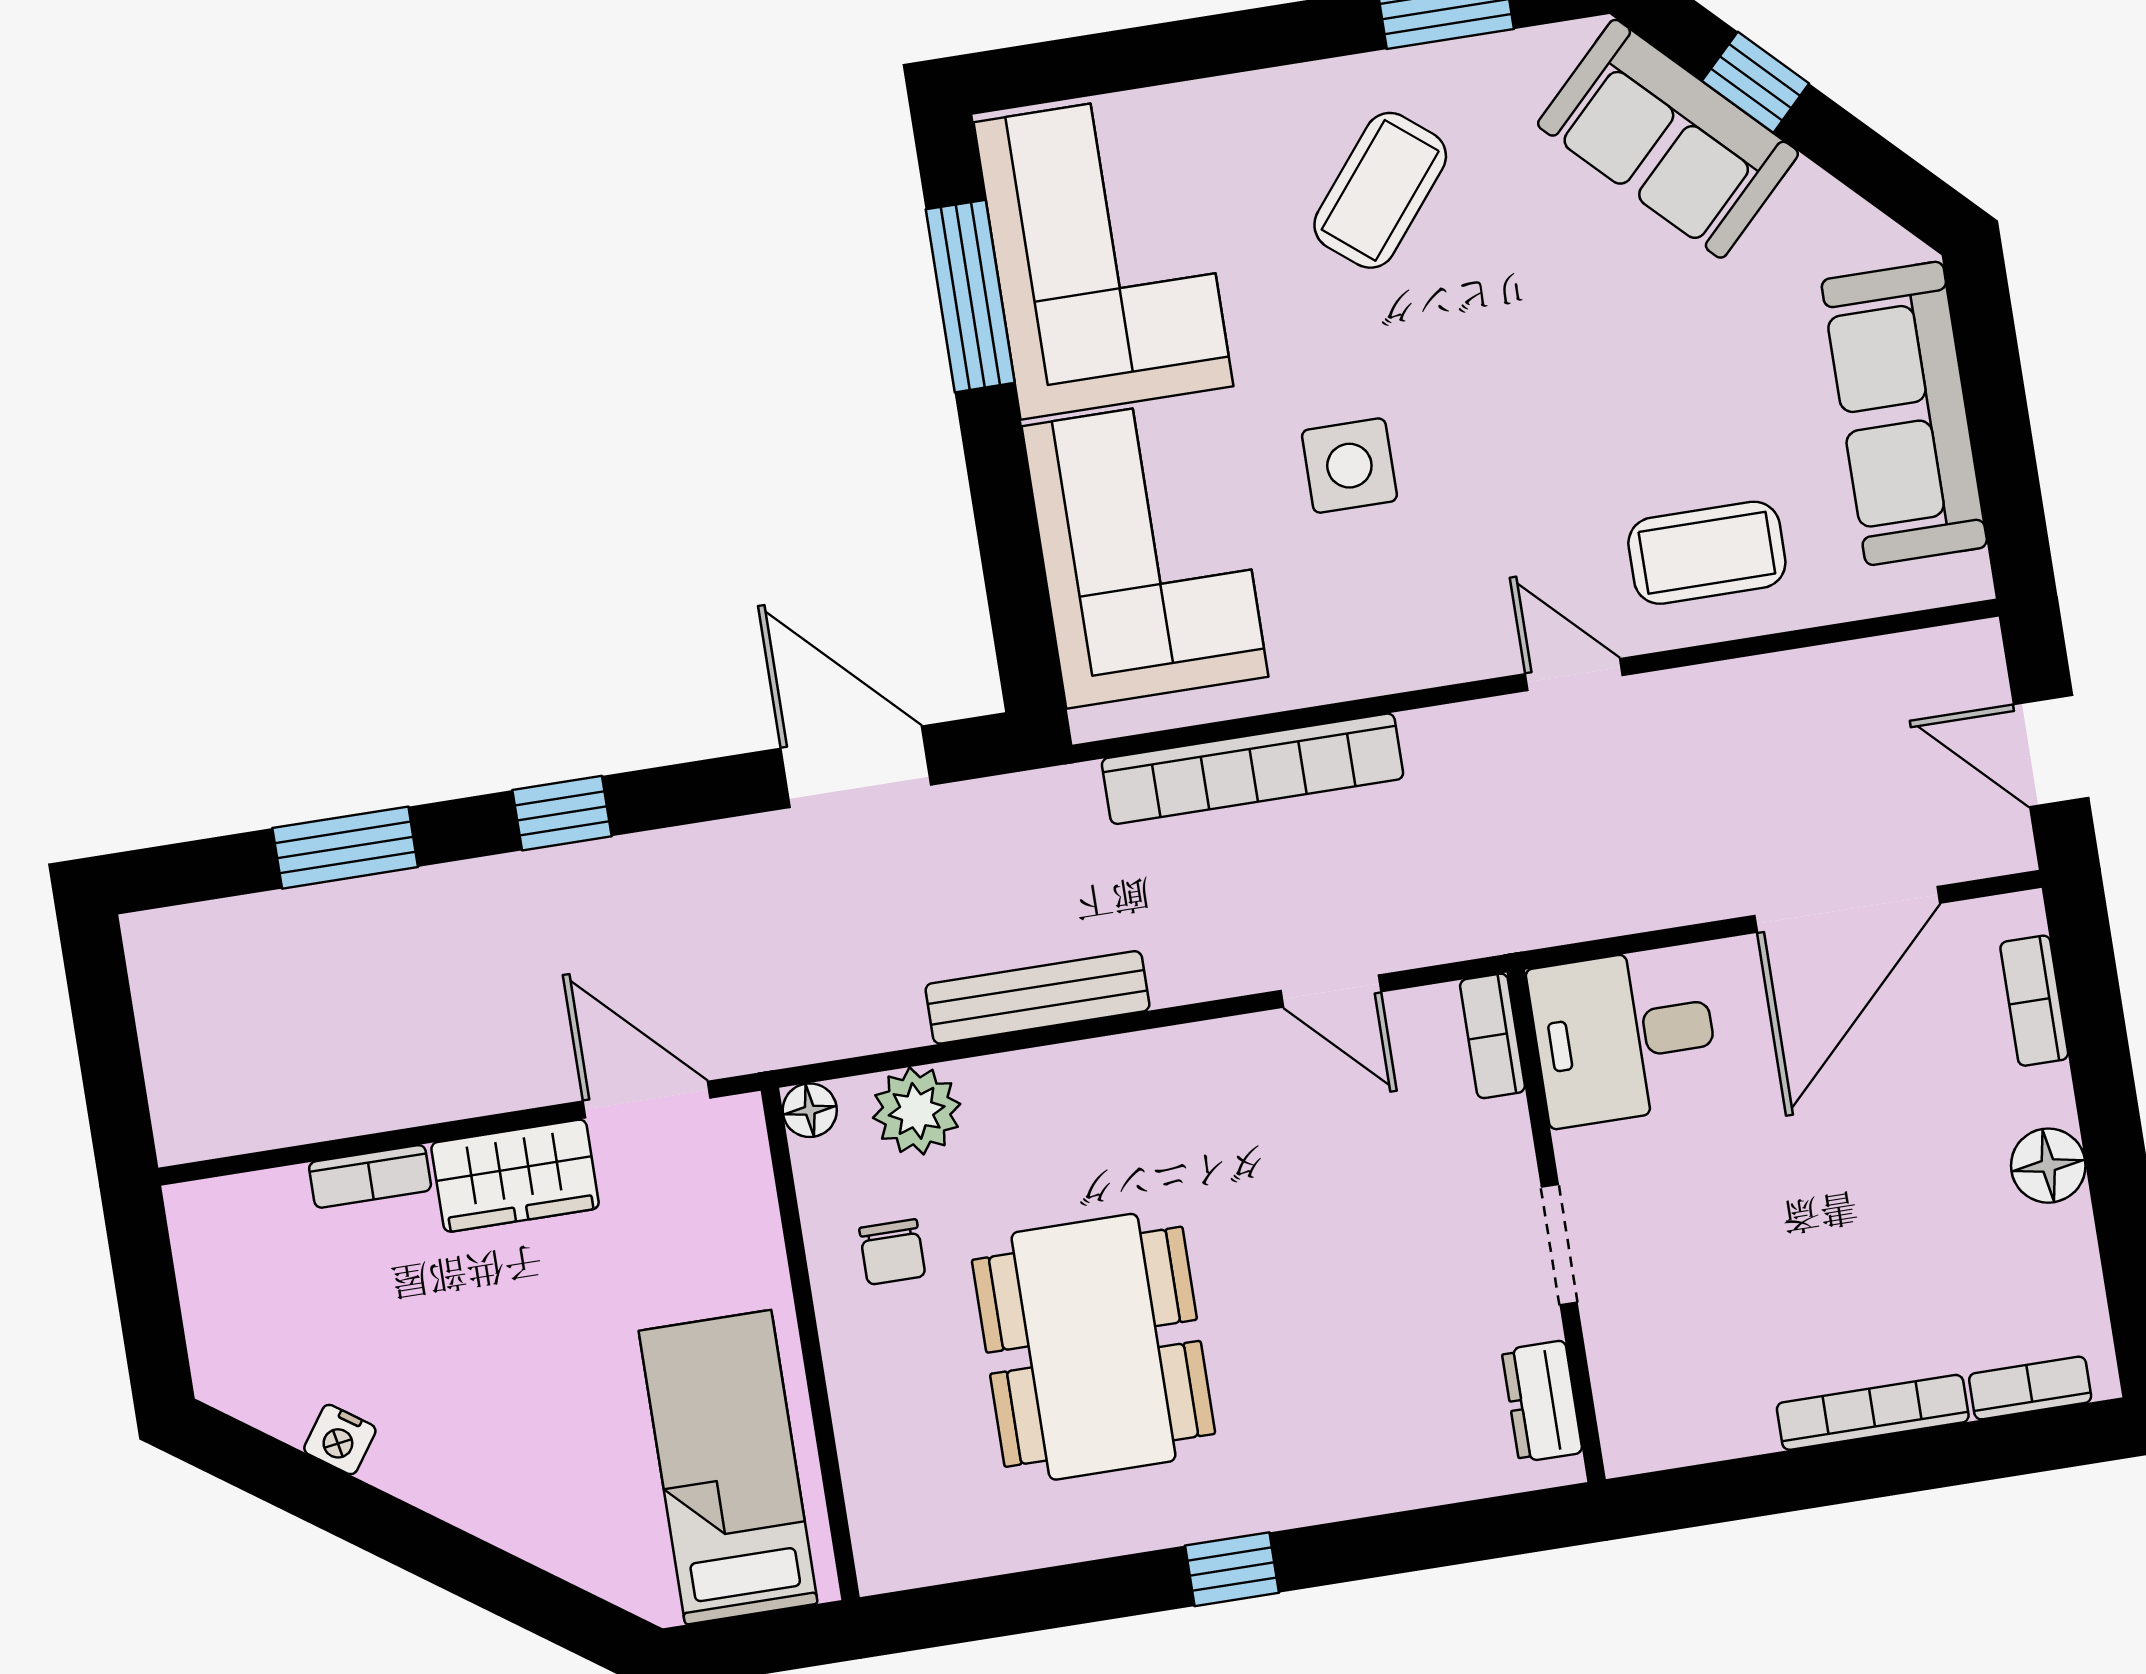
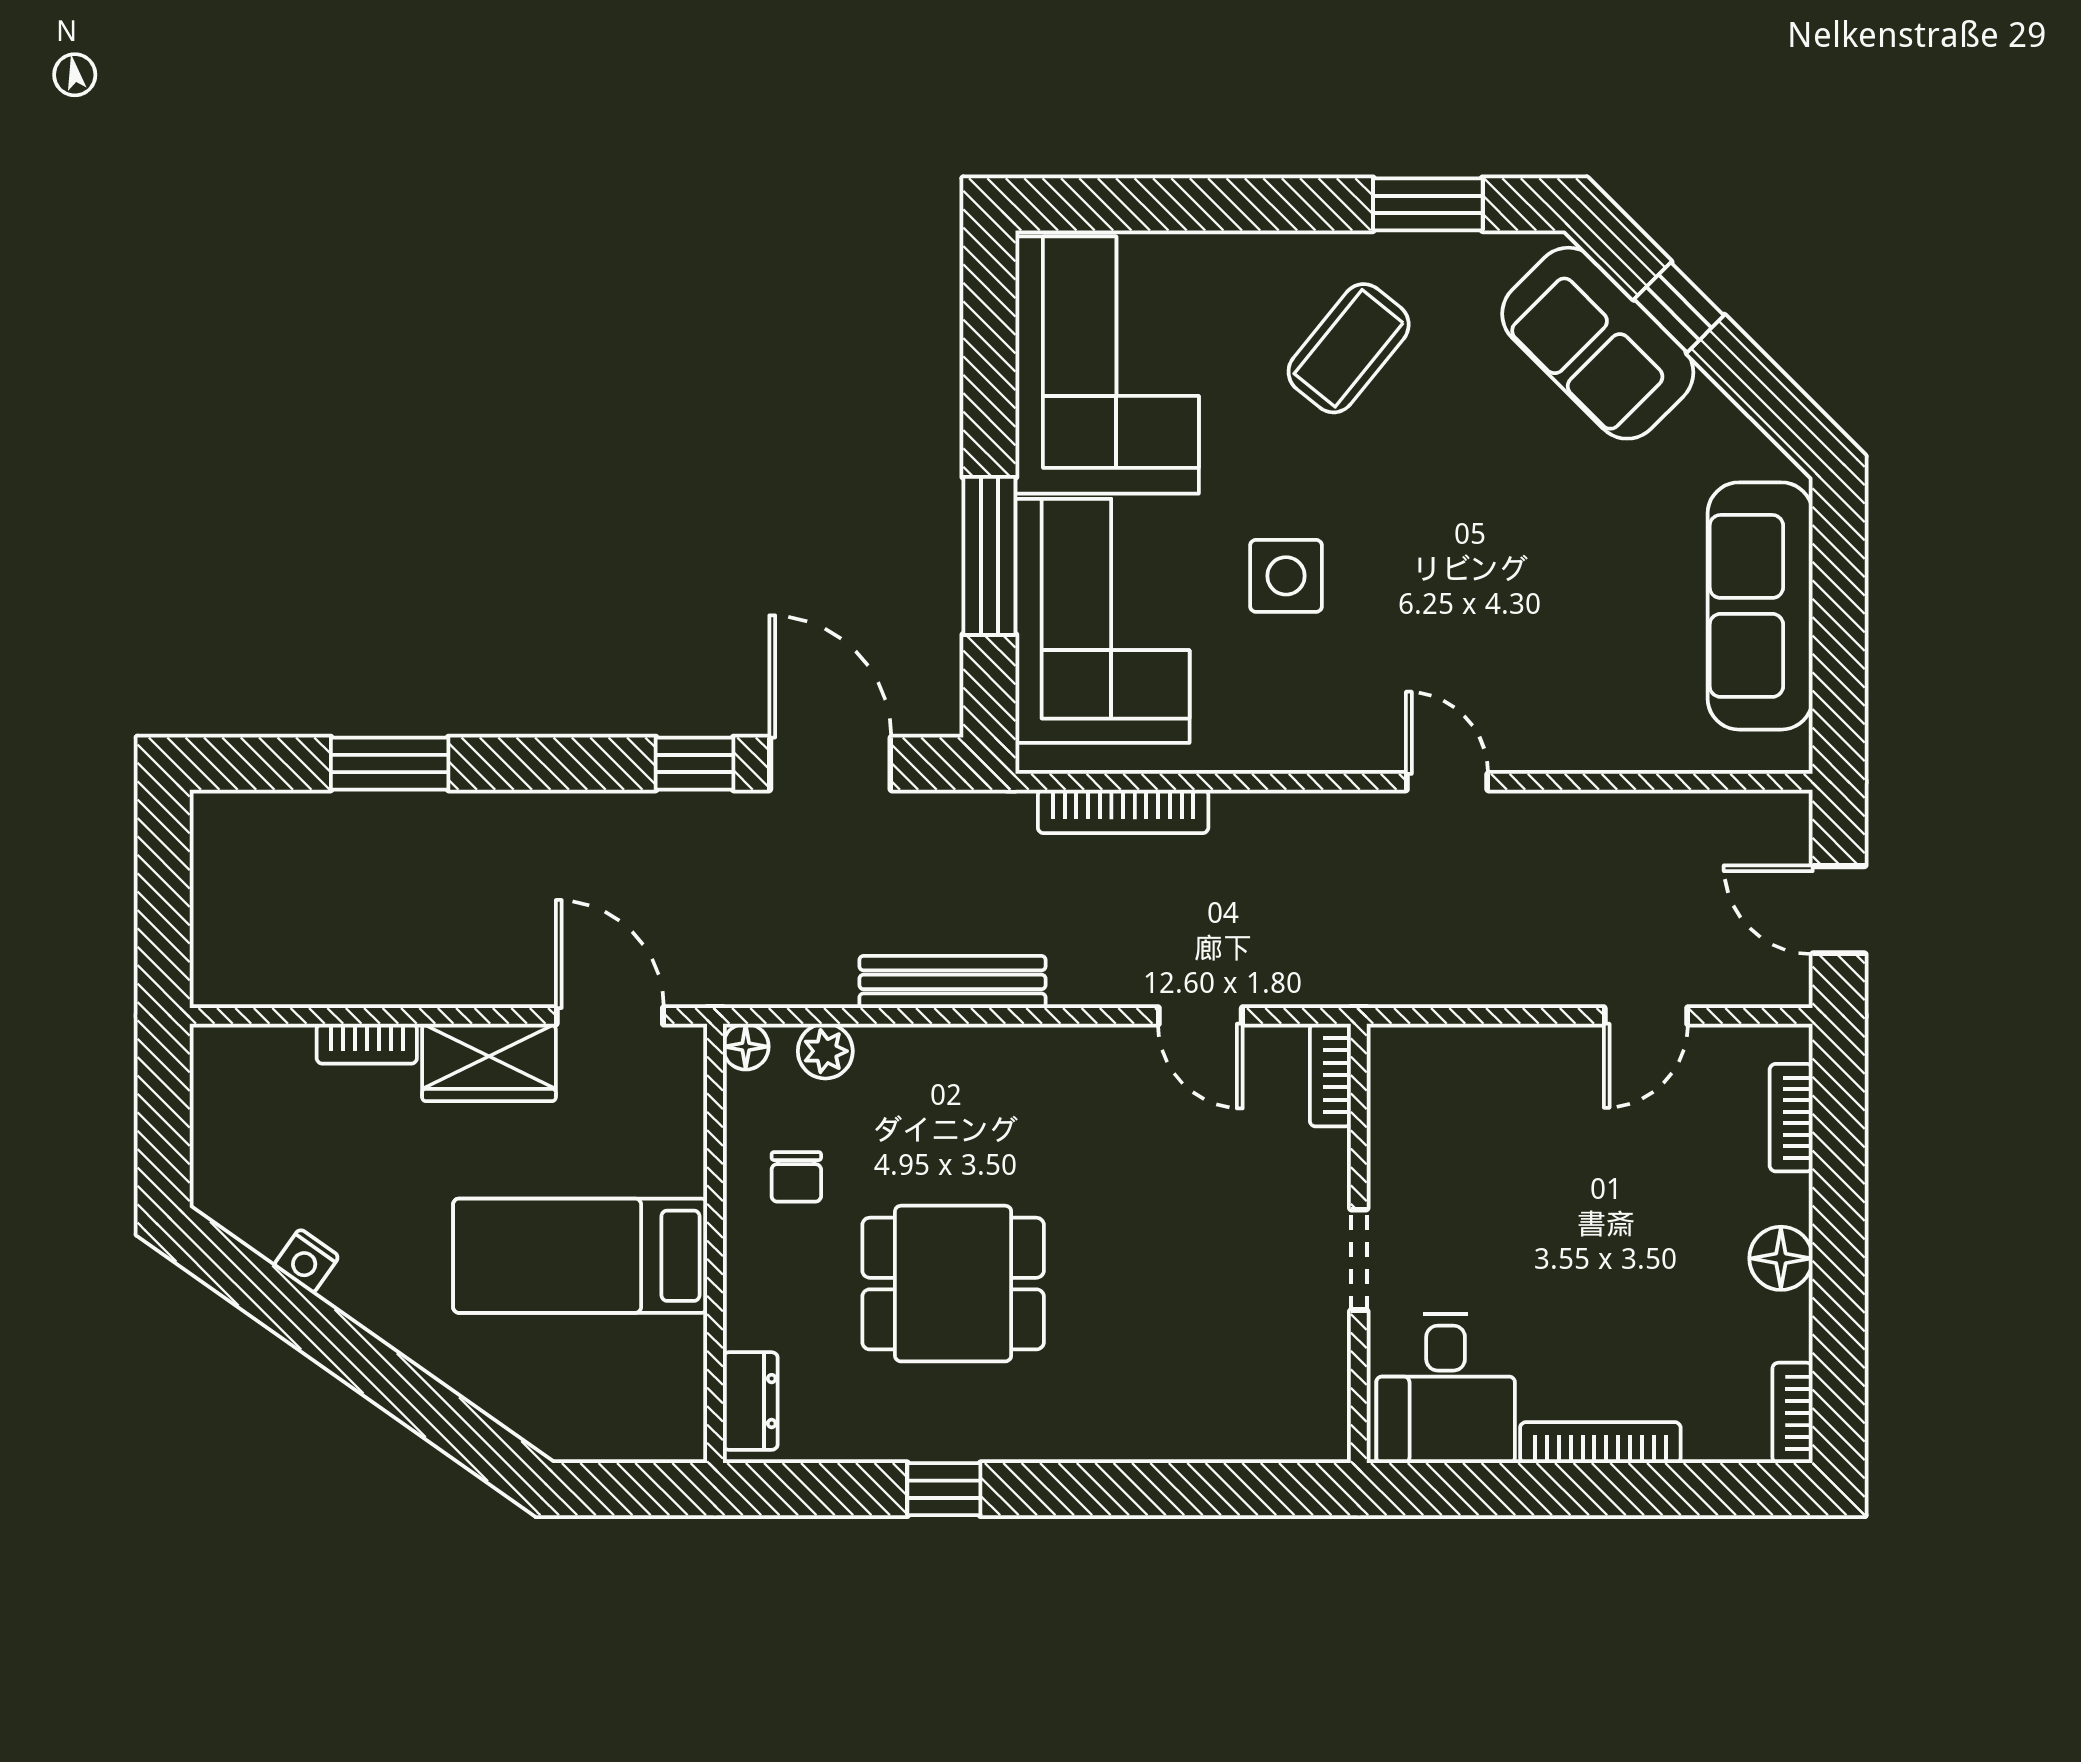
window: (970, 296) -> (989, 556), moved
coffee table: (1707, 553) -> (1575, 697), removed
bookcase: (1253, 769) -> (1123, 811), width x0.68, depth x0.76
window: (562, 813) -> (695, 764), moved
door: (1847, 909) -> (1646, 1016), width x0.53
desk: (1624, 1036) -> (1446, 1388), moved, turned -90
plant: (917, 1111) -> (825, 1051), width x0.73, depth x0.73
dining table: (1093, 1347) -> (953, 1284), width x0.73
bookcase: (2030, 1388) -> (1793, 1413), moved, turned -90
dresser: (1542, 1401) -> (750, 1401), moved, turned 180
bed: (728, 1467) -> (580, 1256), moved, turned -90
window: (1232, 1569) -> (944, 1489), moved

